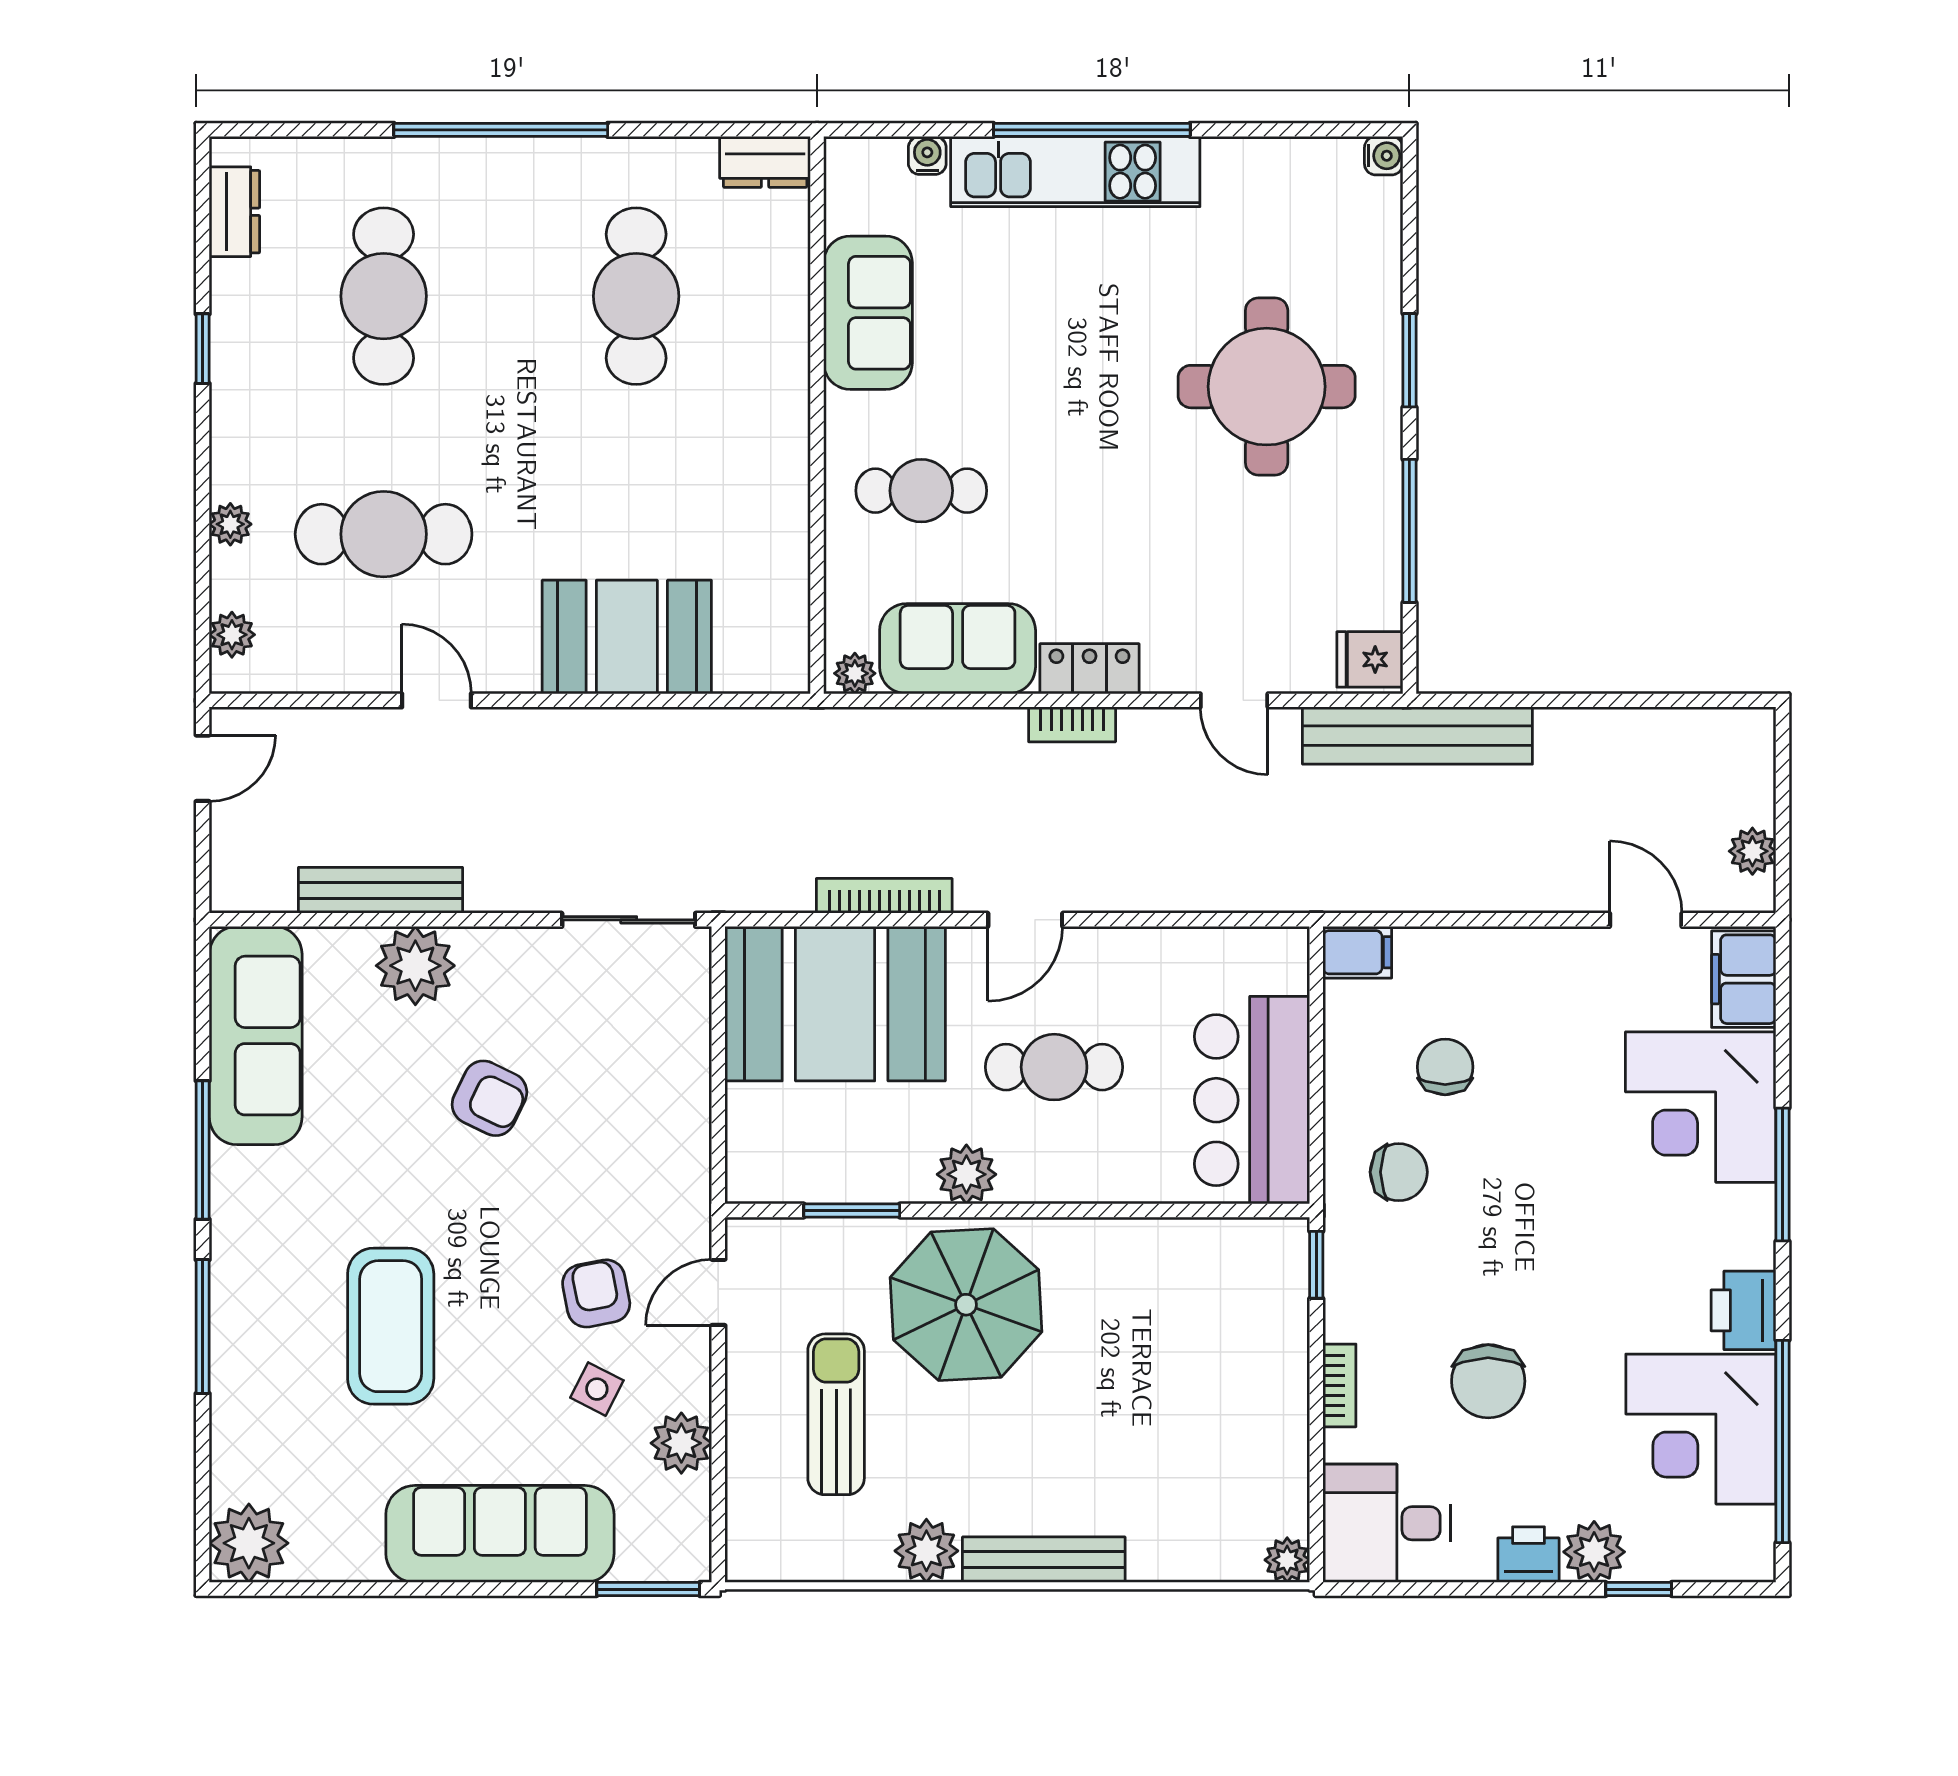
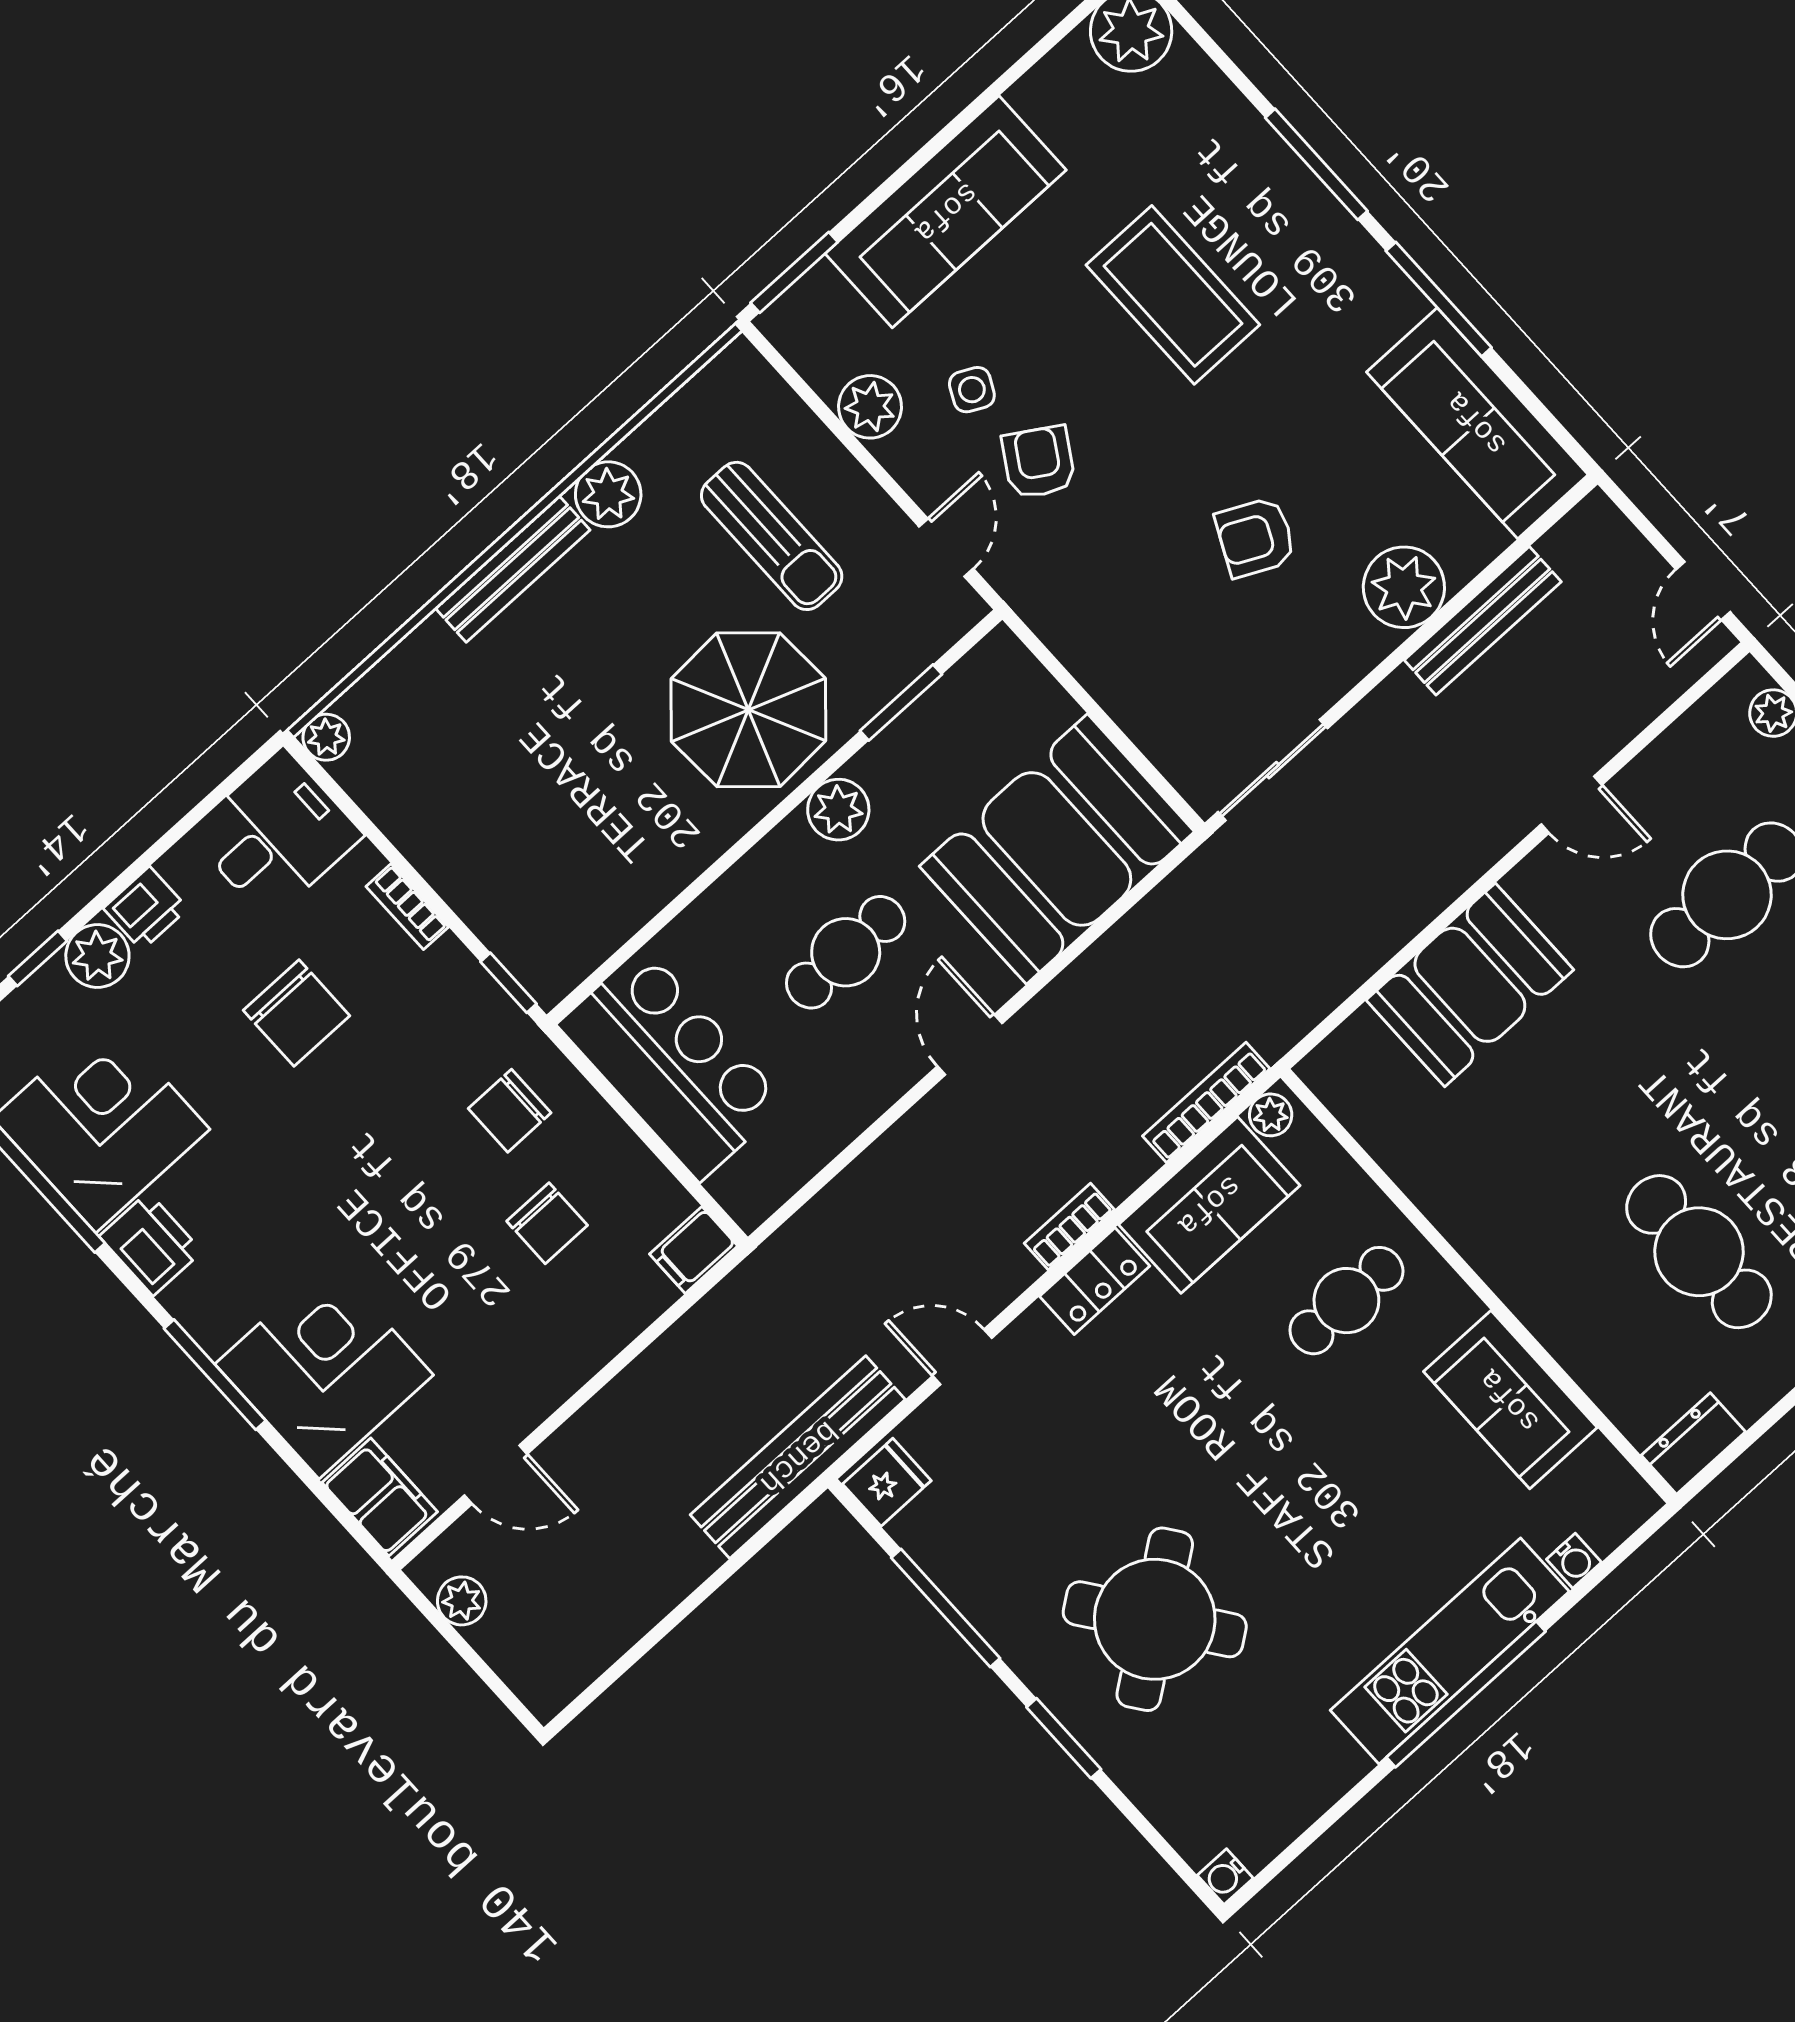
round table: (1267, 387) -> (1155, 1619), turned -36
bookcase: (884, 896) -> (1206, 1102), moved, turned 180
armchair: (596, 1293) -> (1039, 462), turned -137
chair: (1488, 1381) -> (296, 1013), turned 180

